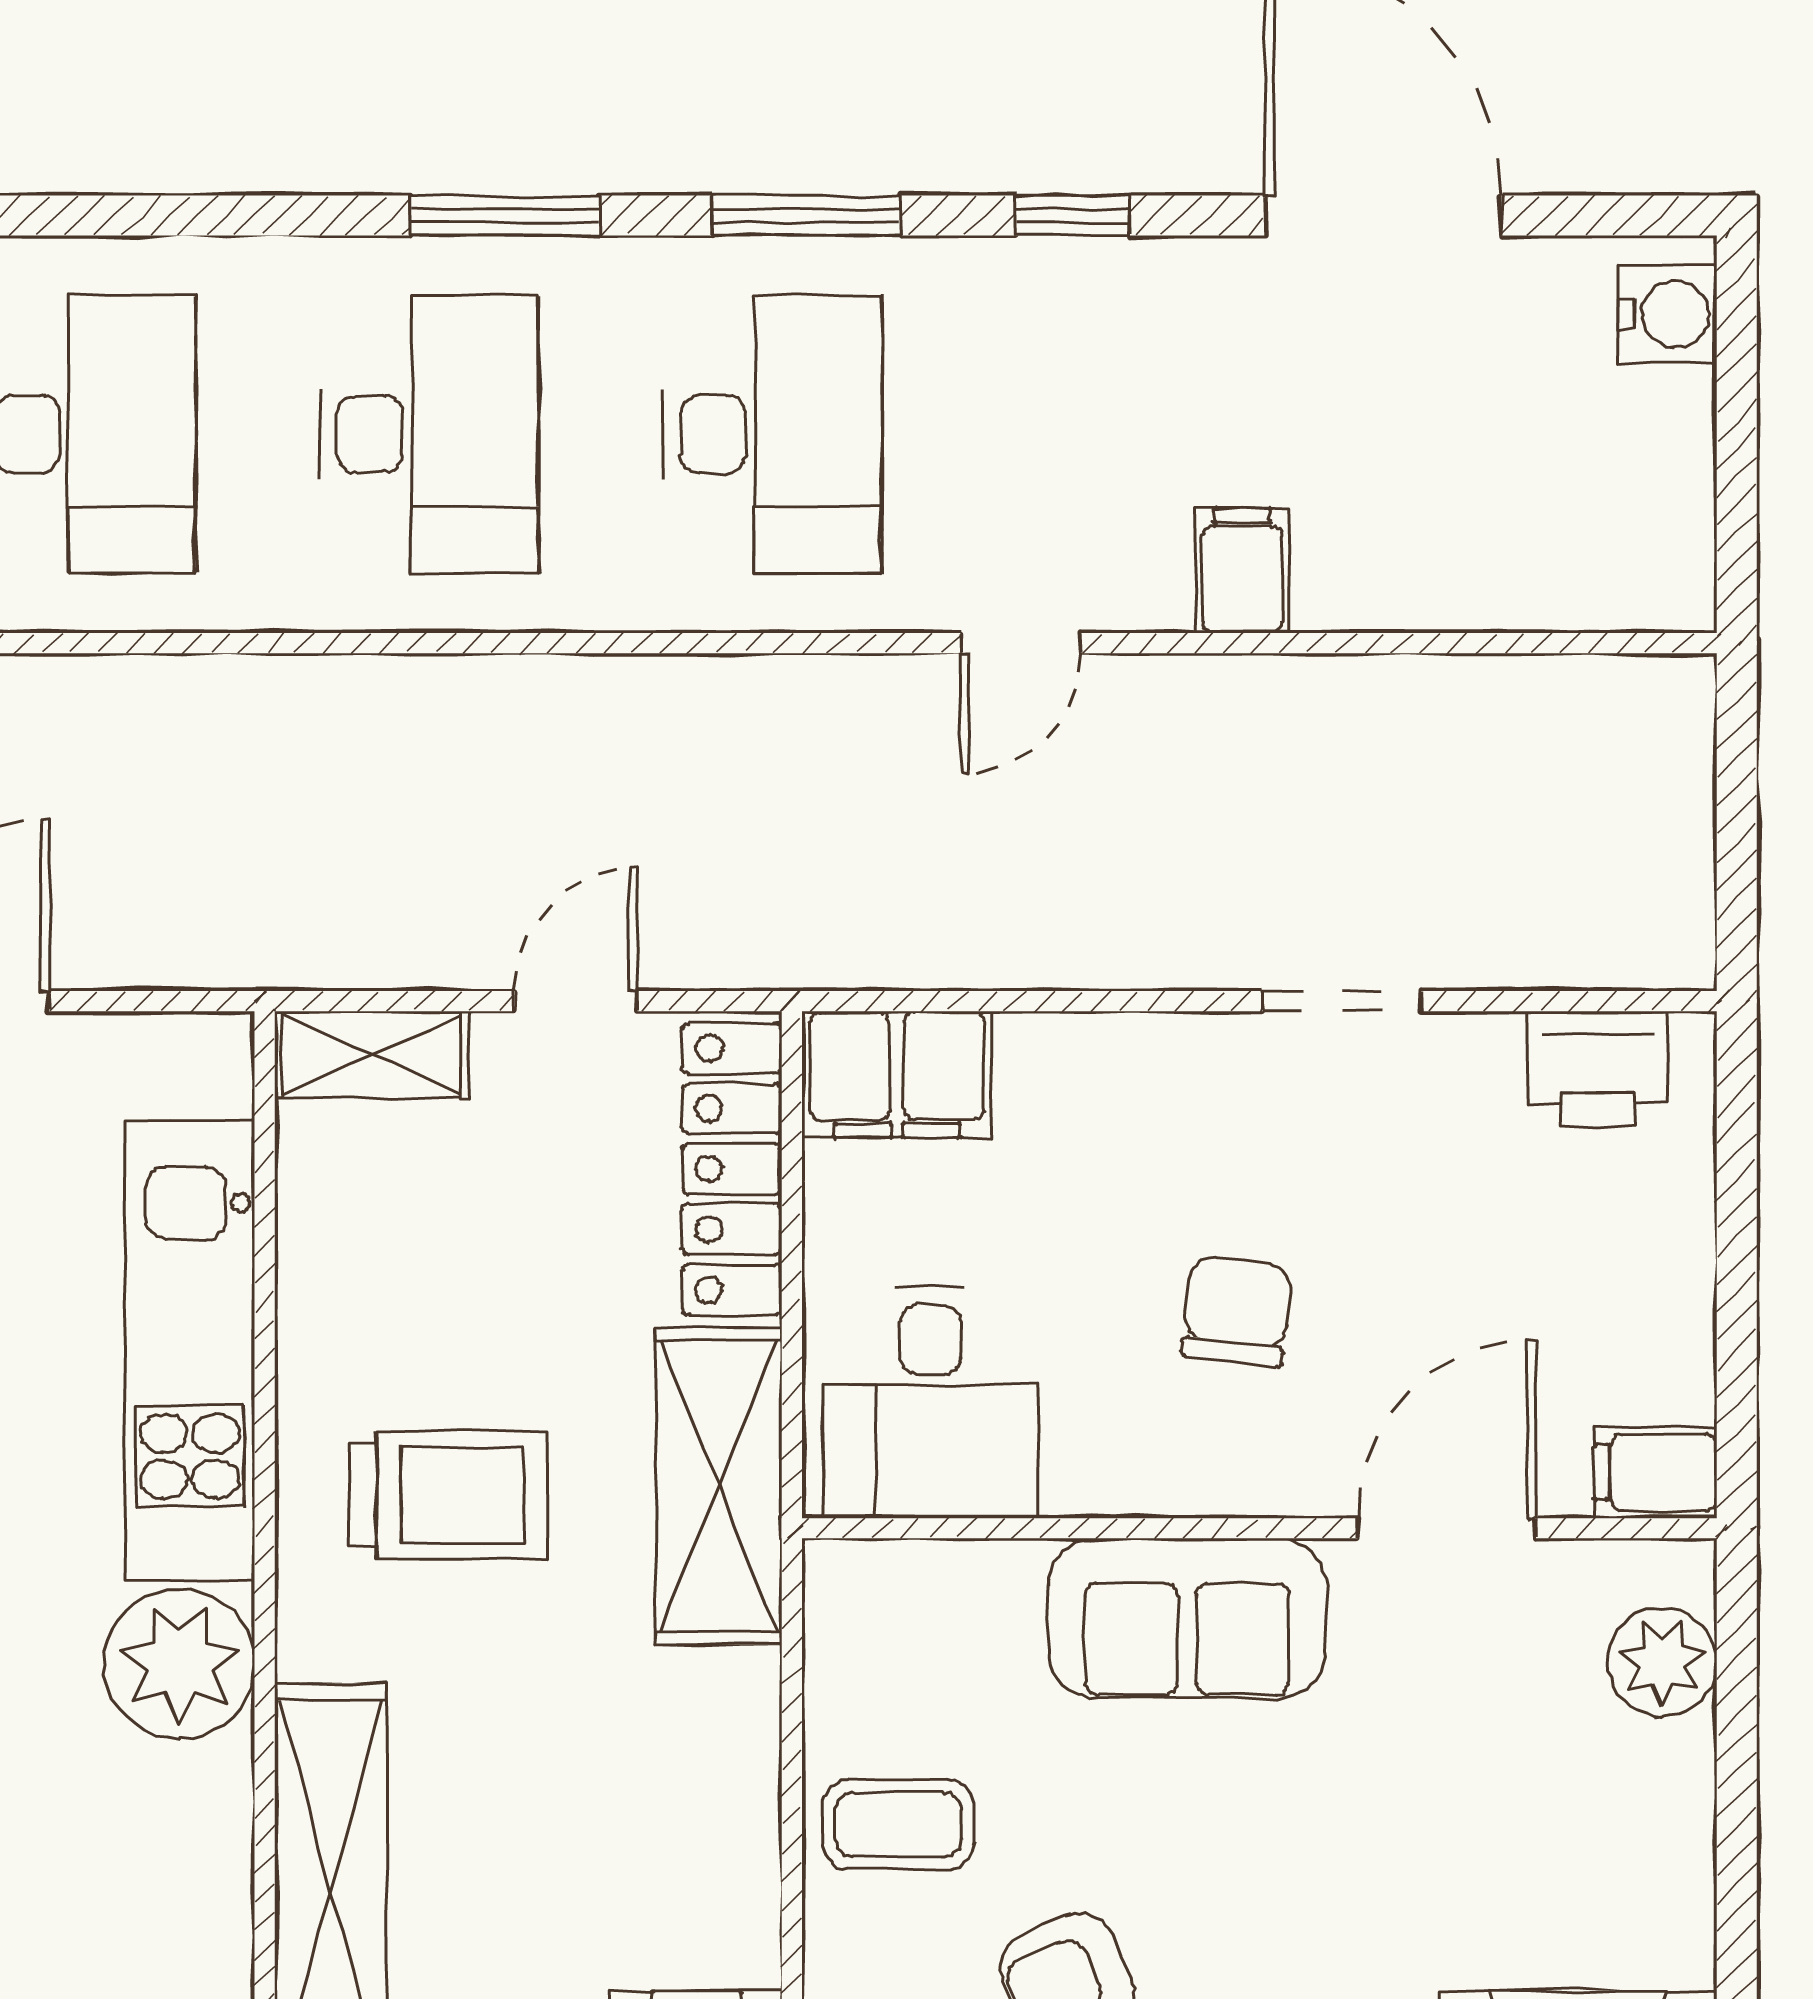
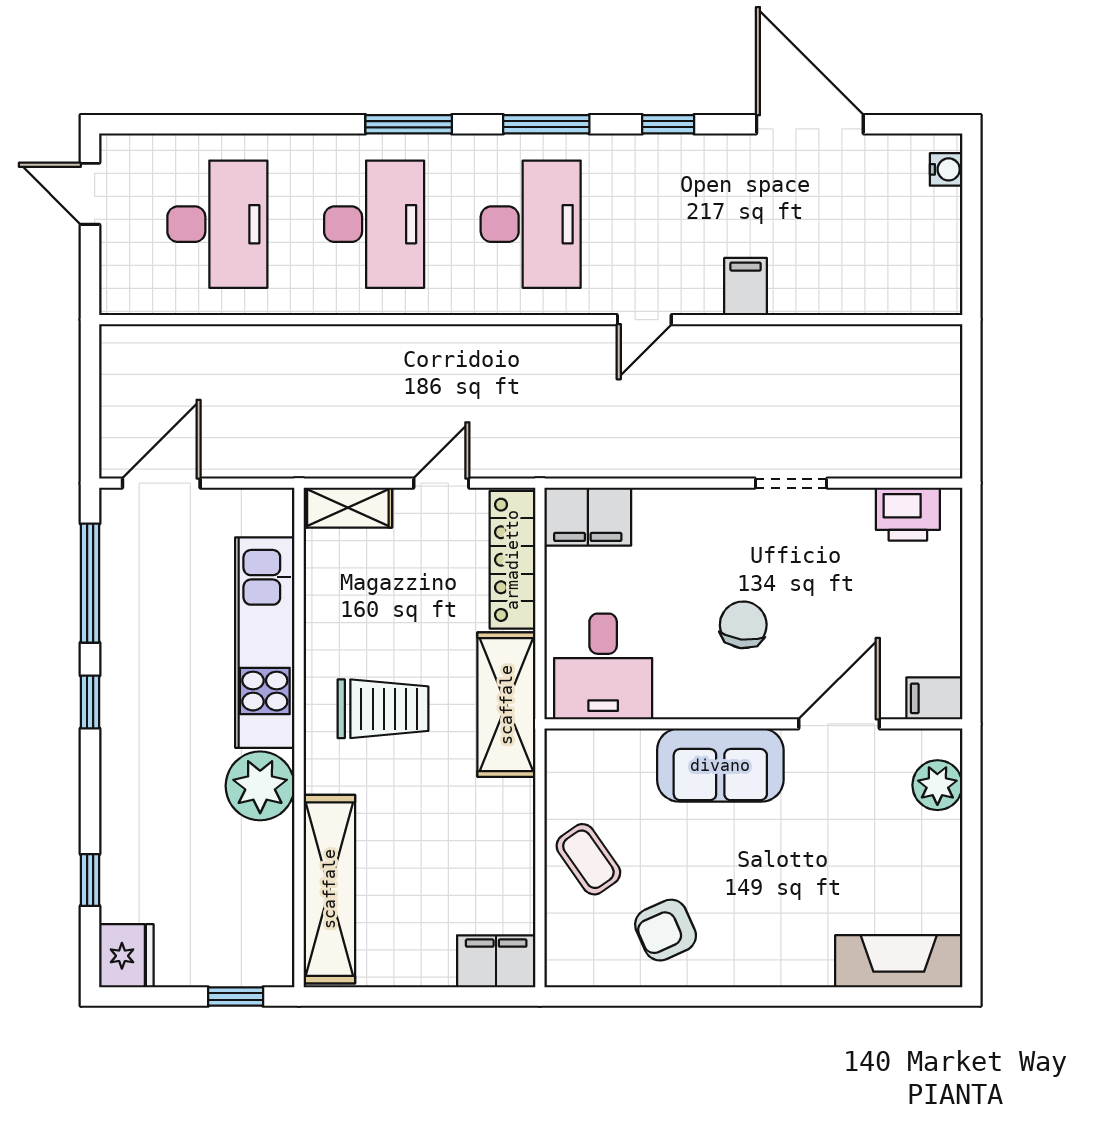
water cooler: (1668, 314) -> (946, 169), width x0.72, depth x0.72
coffee table: (898, 1825) -> (588, 859), turned 55

